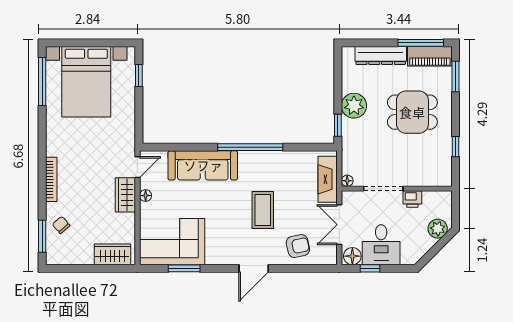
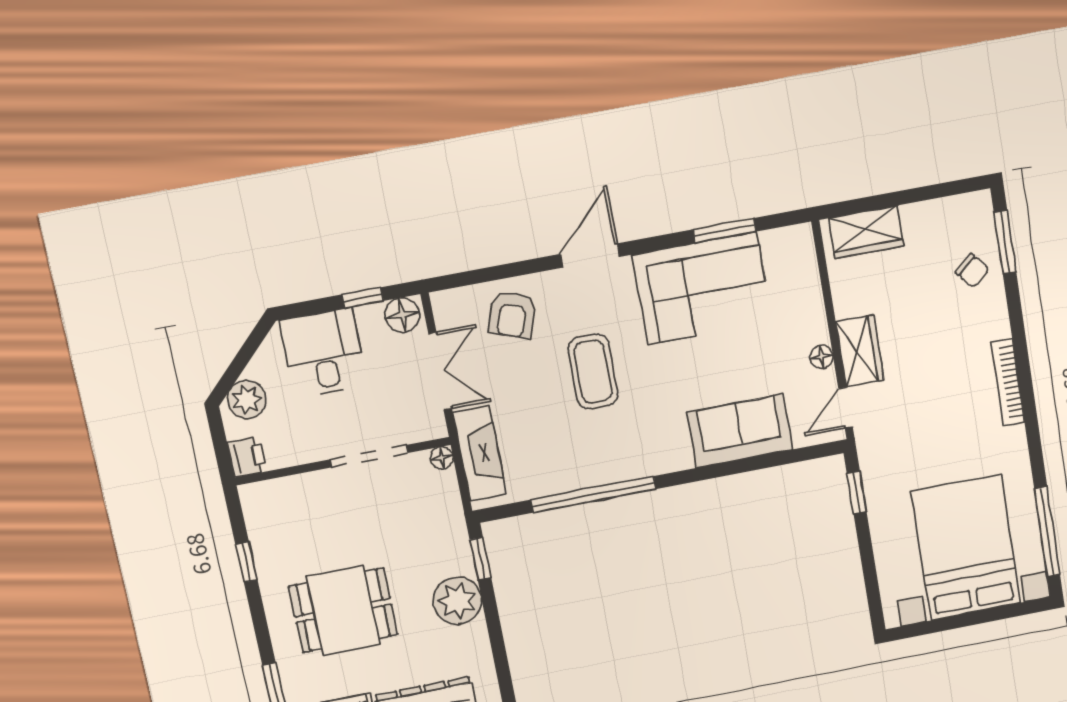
window: (139, 76) -> (857, 493), moved
window: (250, 147) -> (593, 494), moved
sofa: (203, 165) -> (740, 431), width x0.73
bookcase: (51, 179) -> (1008, 382), moved
printer: (412, 199) -> (247, 457), moved, turned 90
corner sofa: (172, 242) -> (702, 288), moved
desk: (381, 245) -> (323, 353), moved
armchair: (298, 246) -> (512, 315), turned -59

